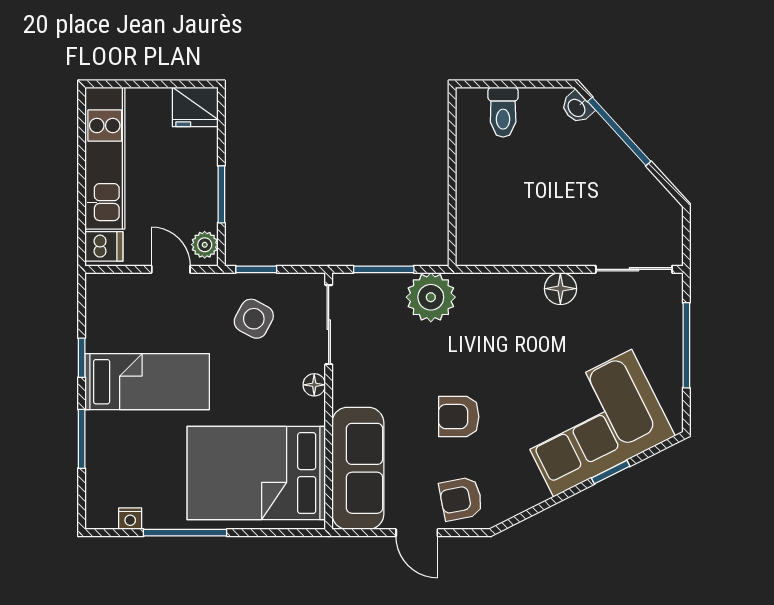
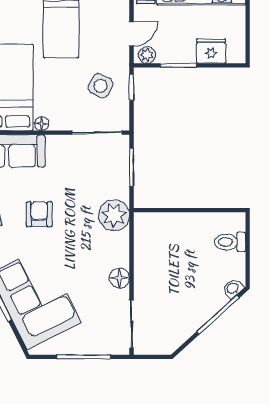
fridge: (195, 107) -> (211, 51), moved, turned 90
plant: (431, 297) -> (114, 215), moved
floor lamp: (314, 385) -> (42, 124), moved

